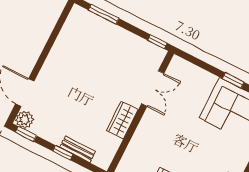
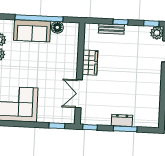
window: (104, 14) -> (125, 129), moved
dresser: (115, 32) -> (122, 120), added
window: (233, 80) -> (57, 126), moved

